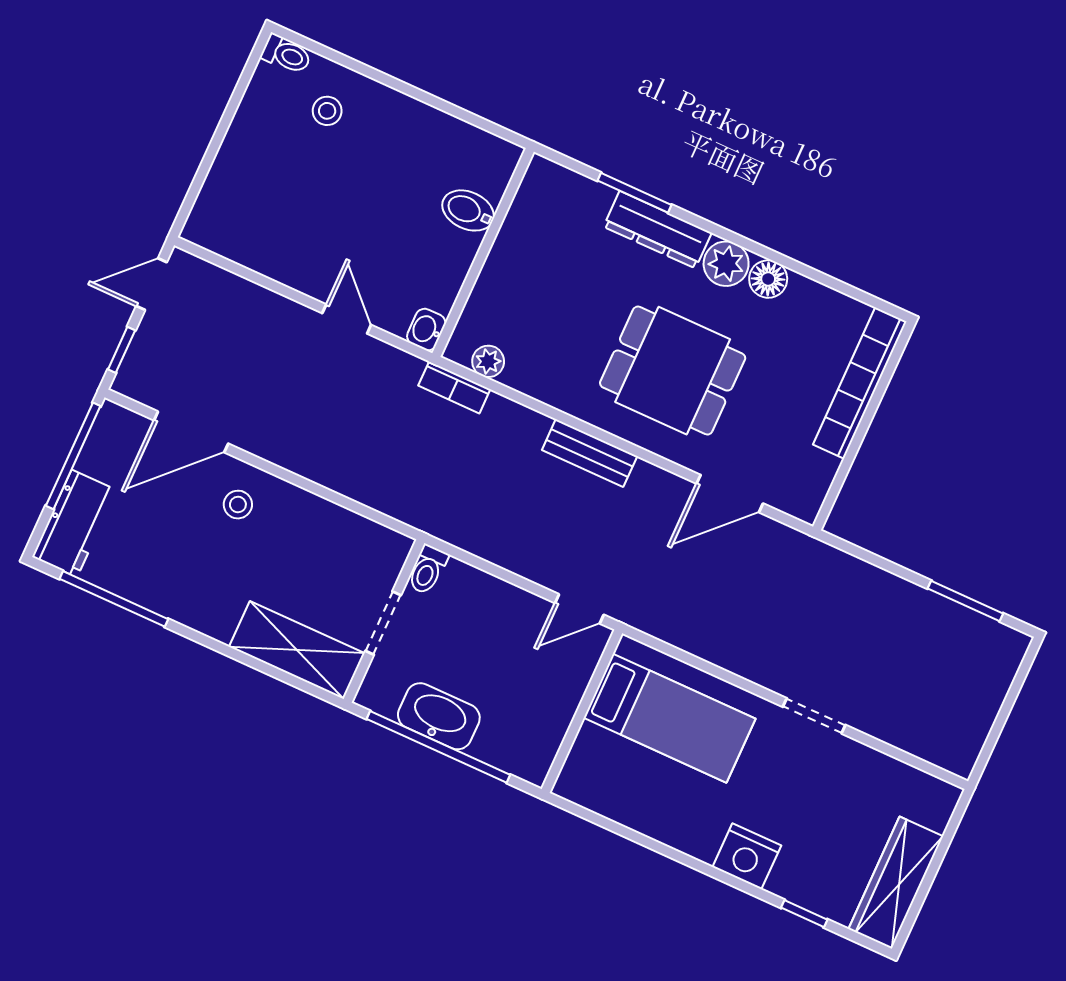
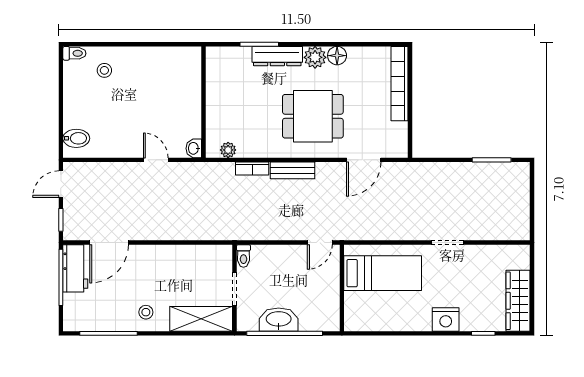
bidet: (468, 210) -> (76, 138), moved, turned 180
bookcase: (454, 387) -> (252, 169), moved
stool: (238, 505) -> (146, 312), moved
workbench: (74, 523) -> (75, 268), moved

